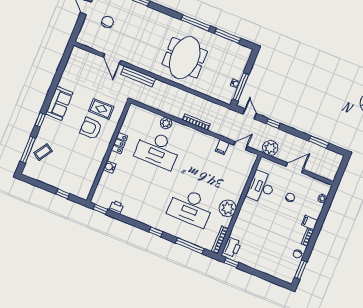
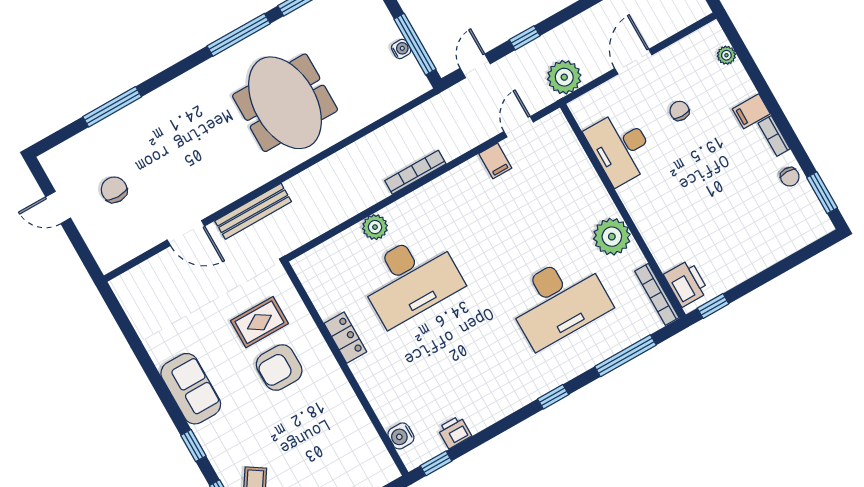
door: (250, 114) -> (475, 66), hinge flipped
water cooler: (110, 167) -> (401, 436), moved

